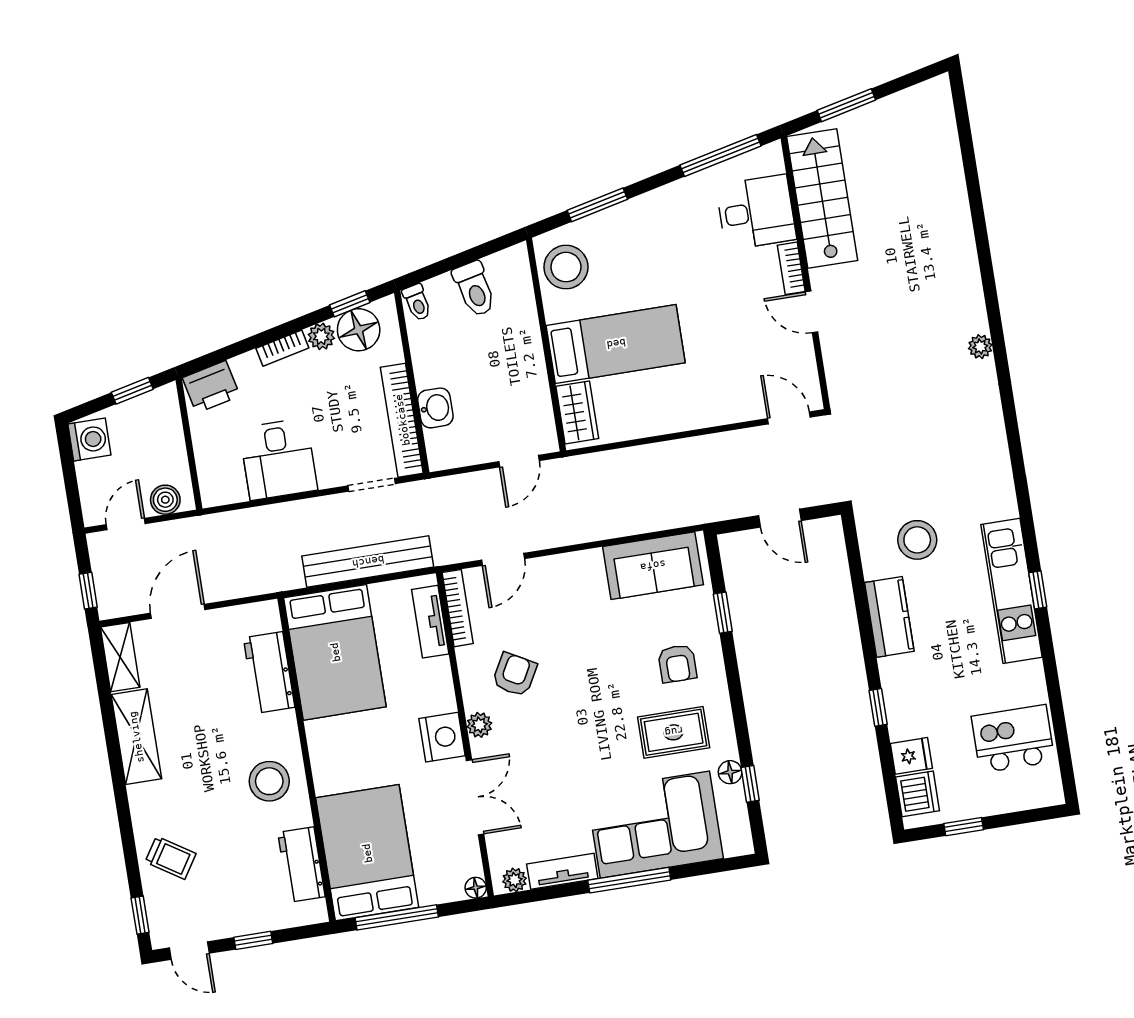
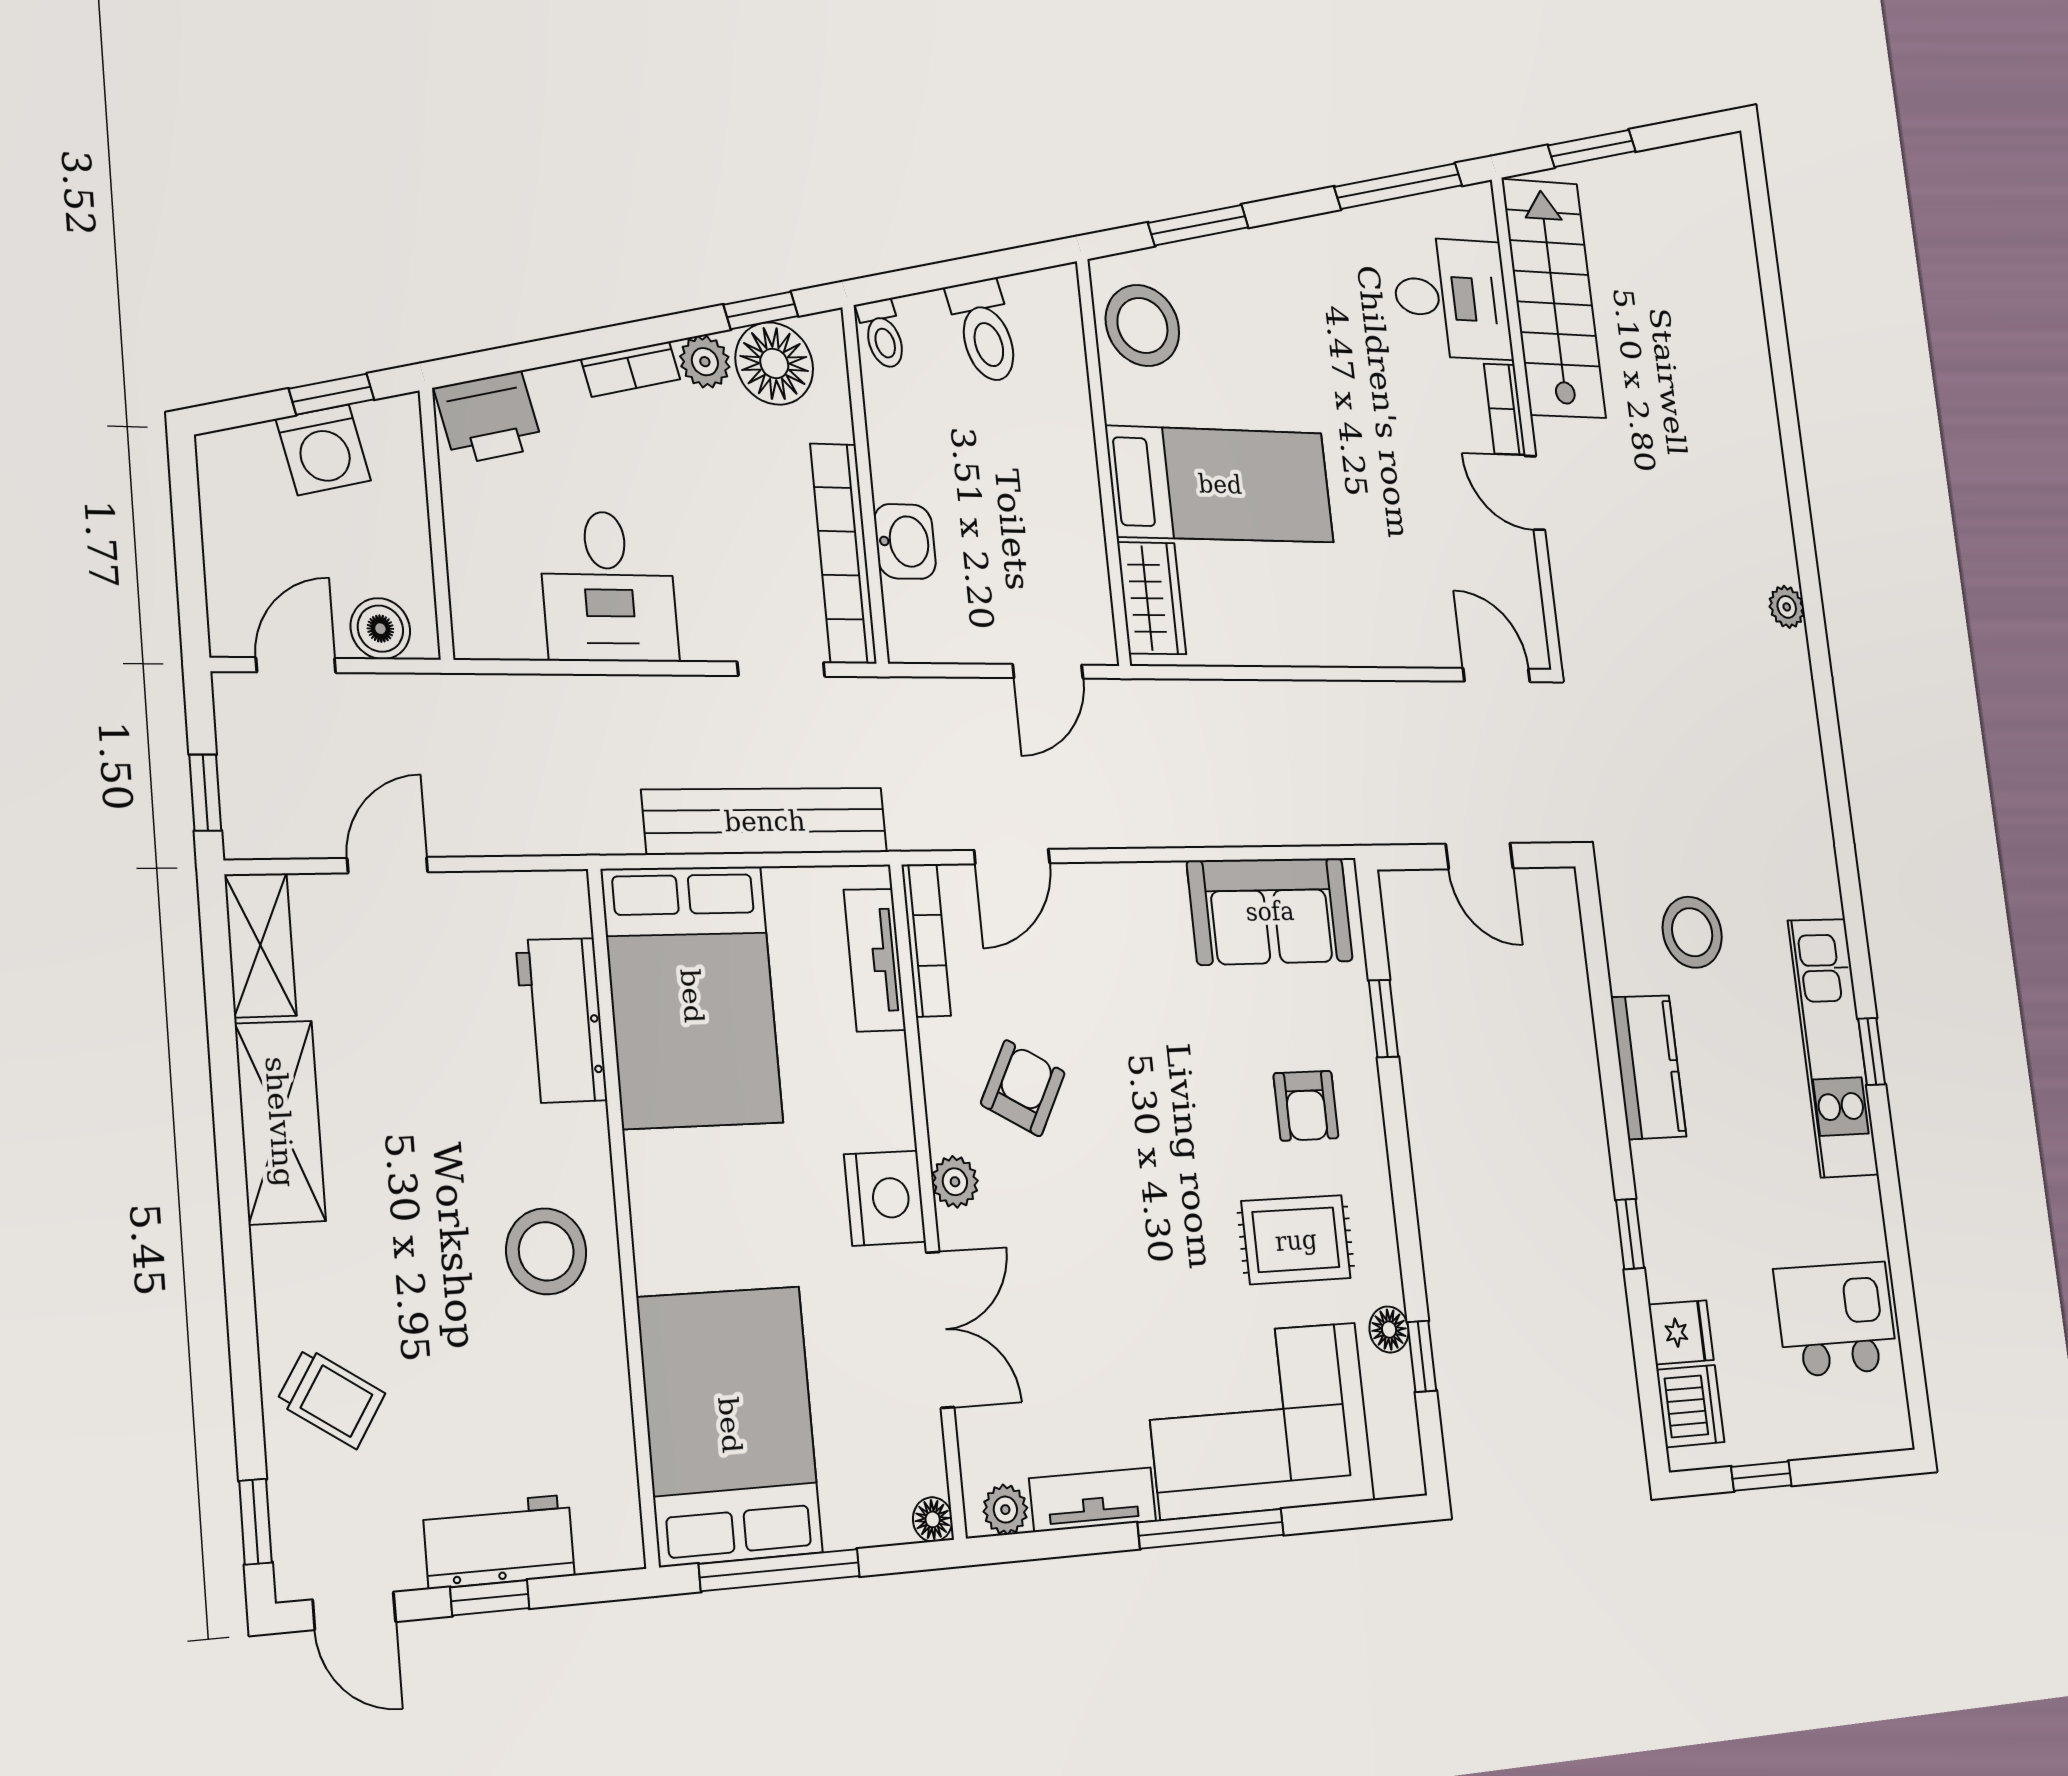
washing machine: (89, 440) -> (323, 450), moved, turned 77
door: (178, 611) -> (388, 865), width x0.73
workbench: (301, 865) -> (499, 1541), moved, turned 90

